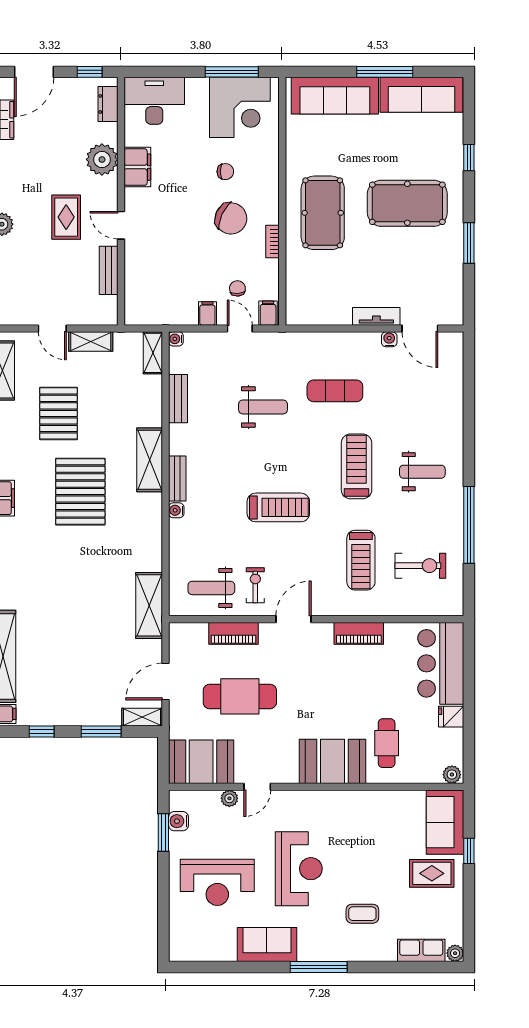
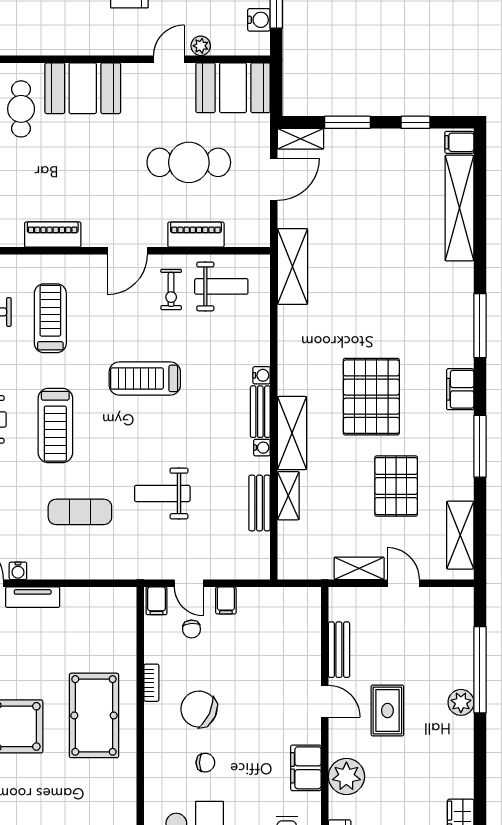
chair: (225, 172) -> (205, 763), turned 180
water cooler: (176, 339) -> (262, 448), moved
shelving: (153, 353) -> (288, 496), moved

